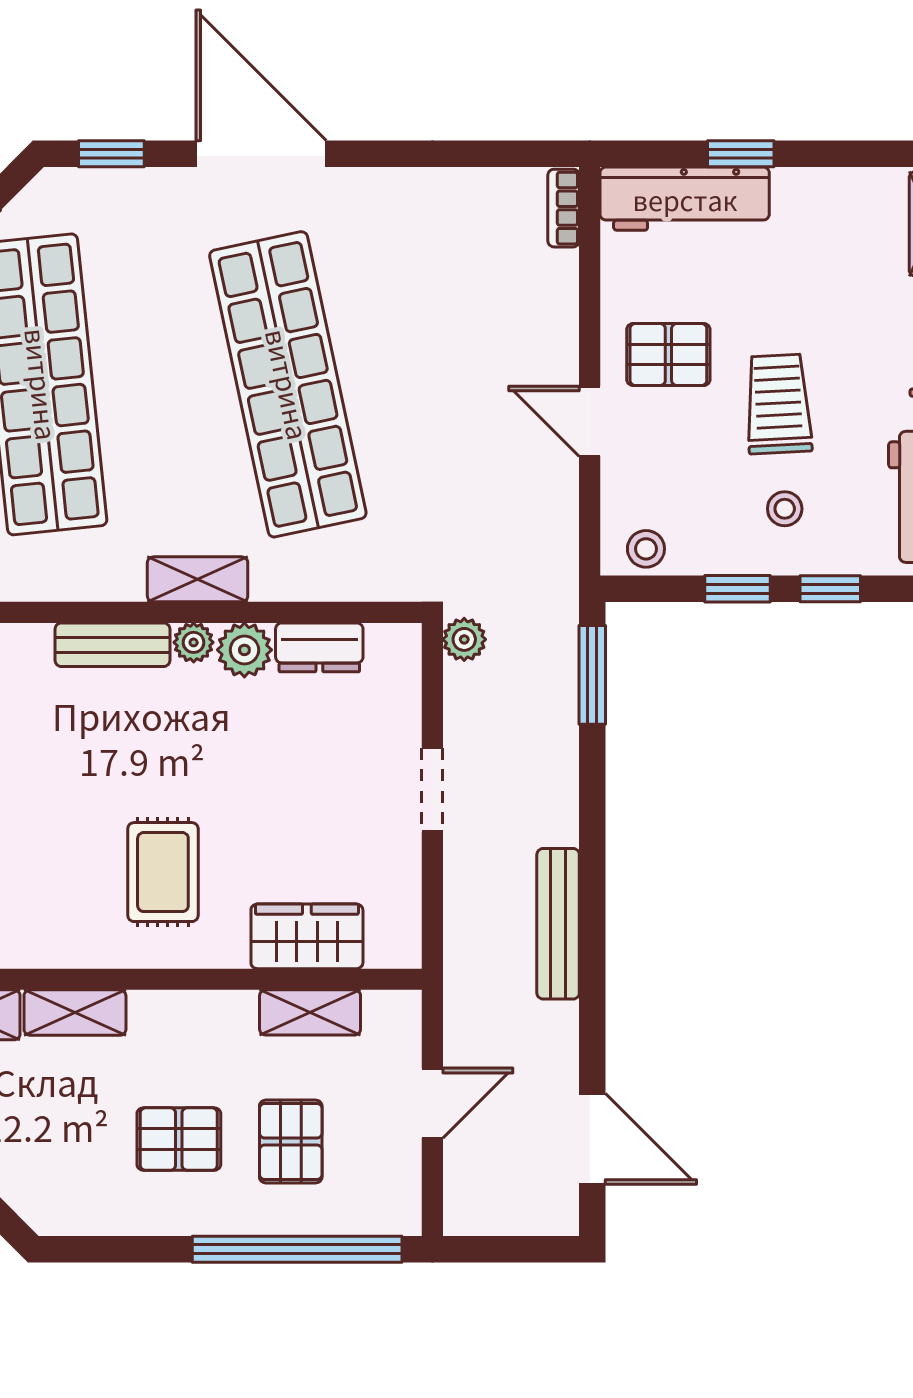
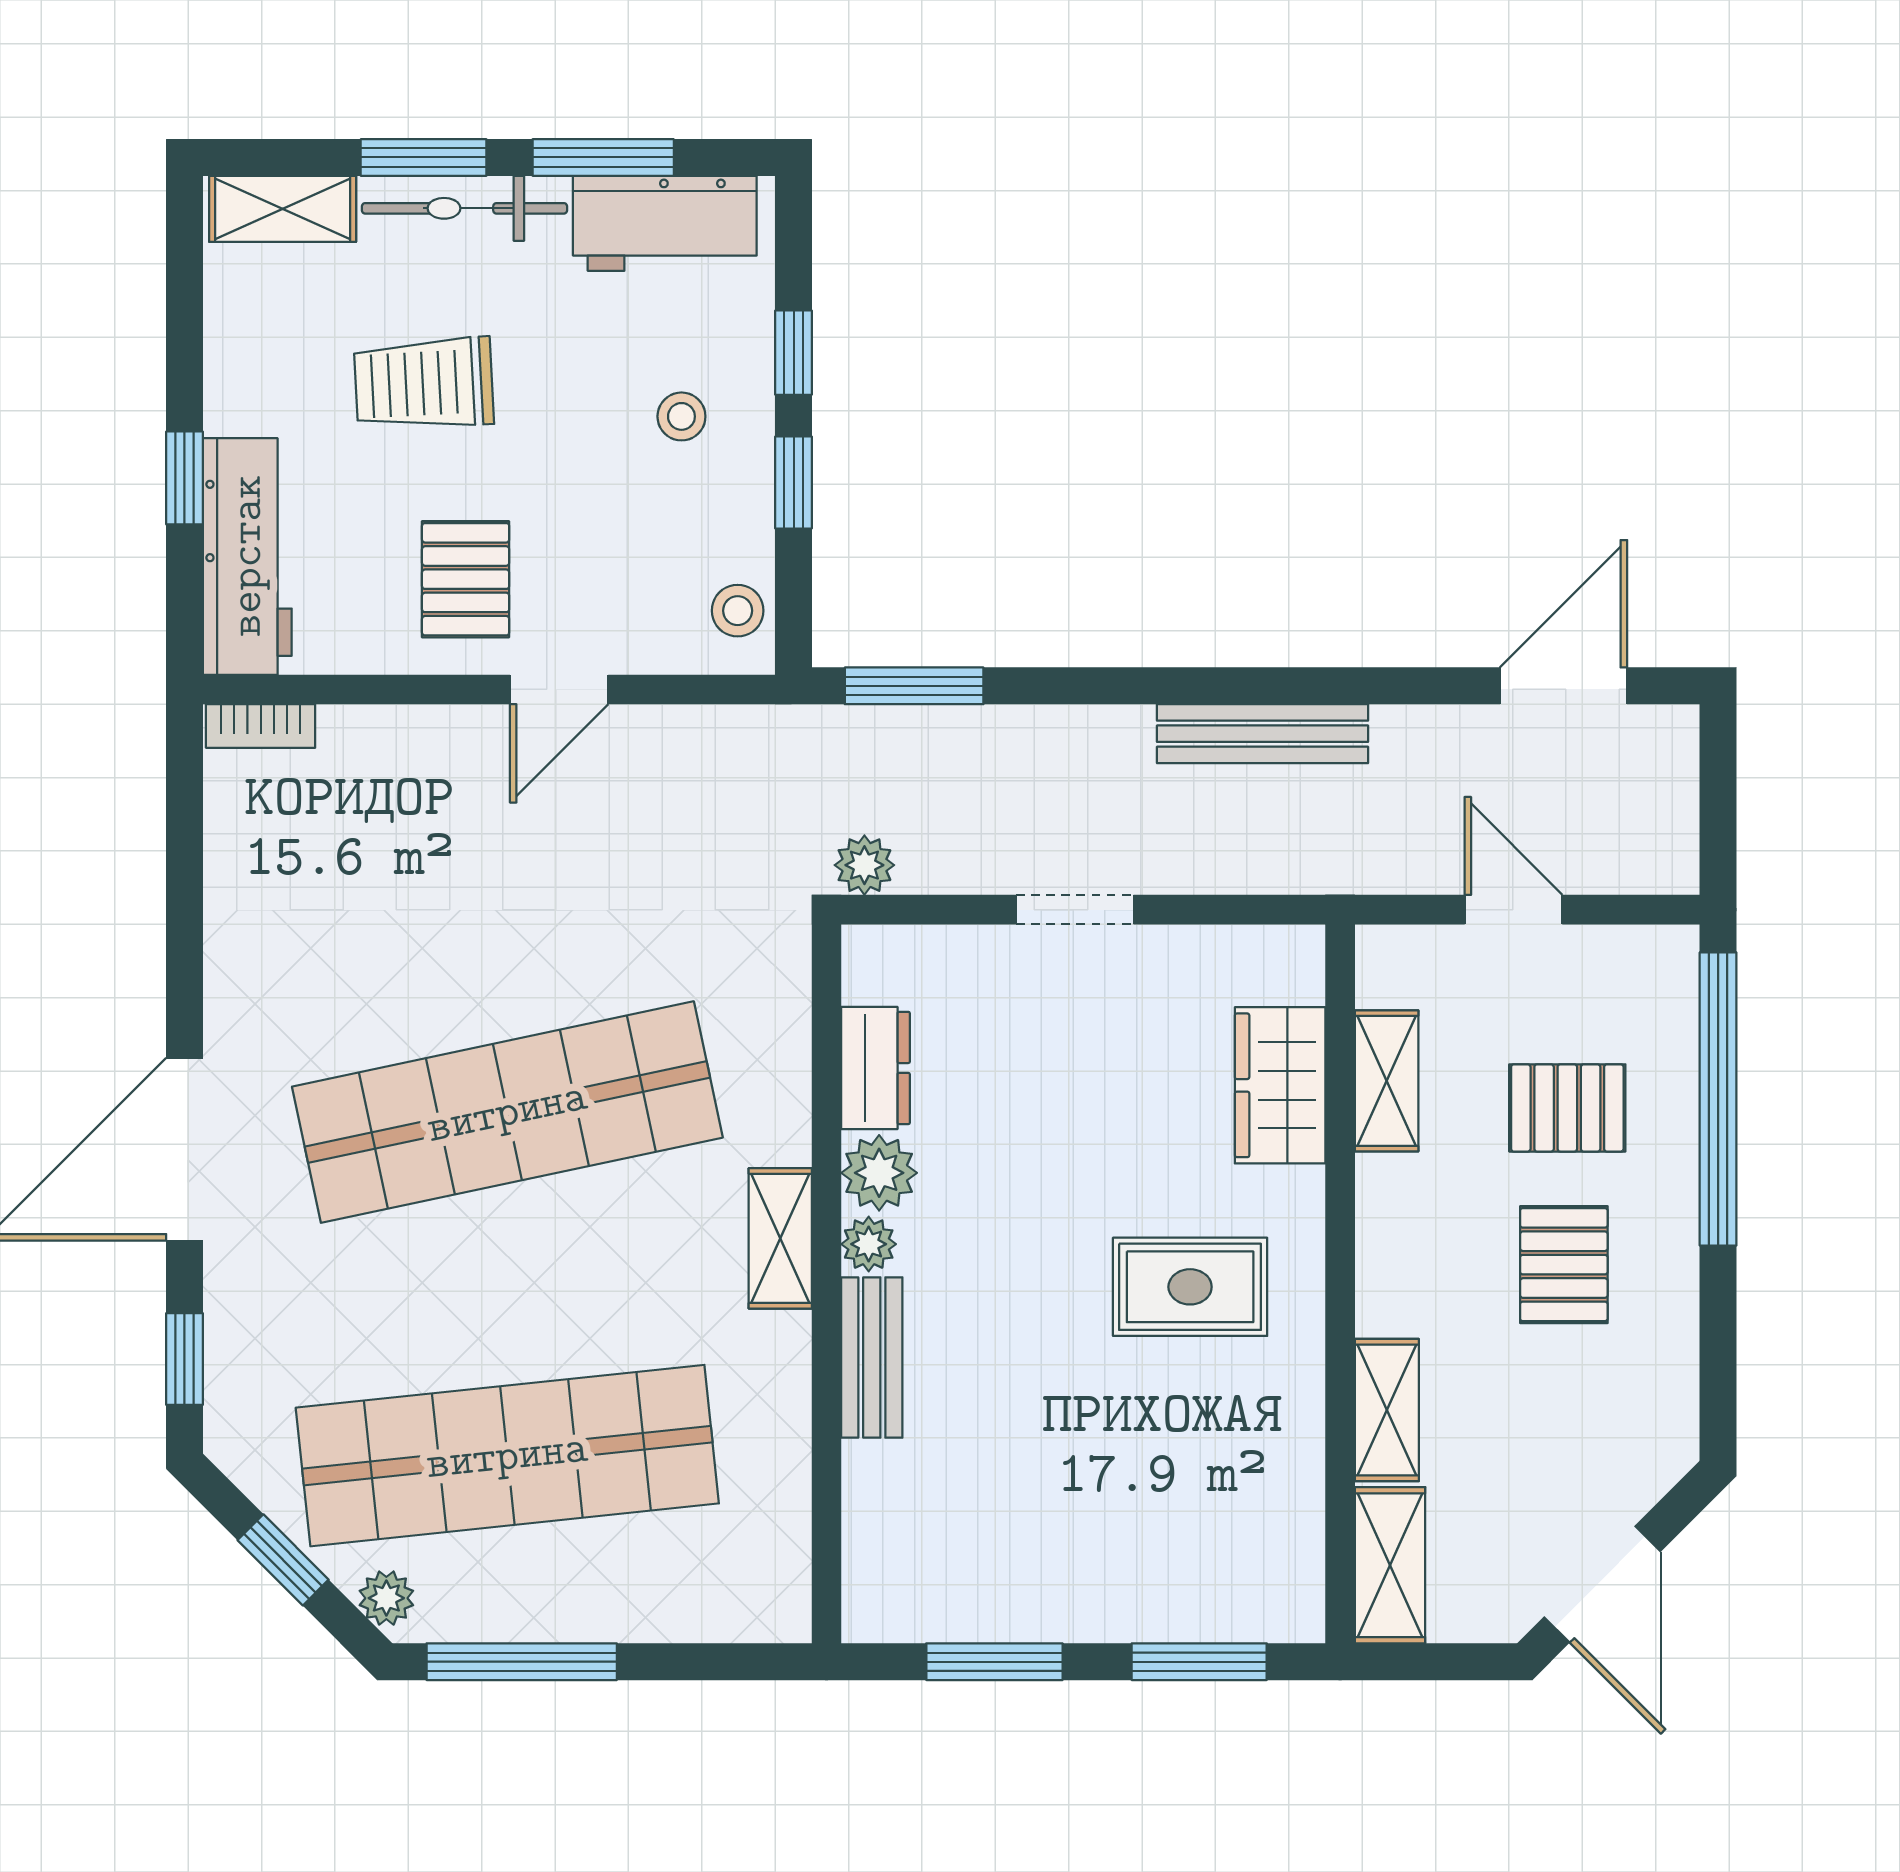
trolley: (778, 404) -> (424, 384), moved

